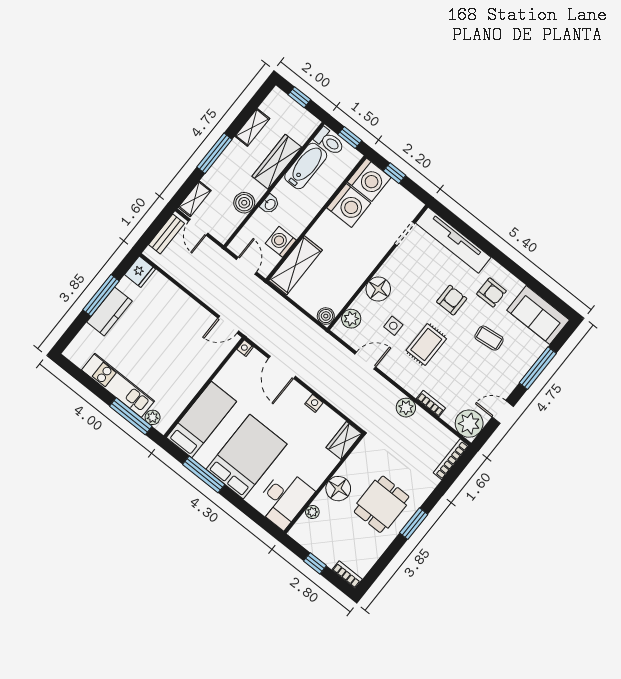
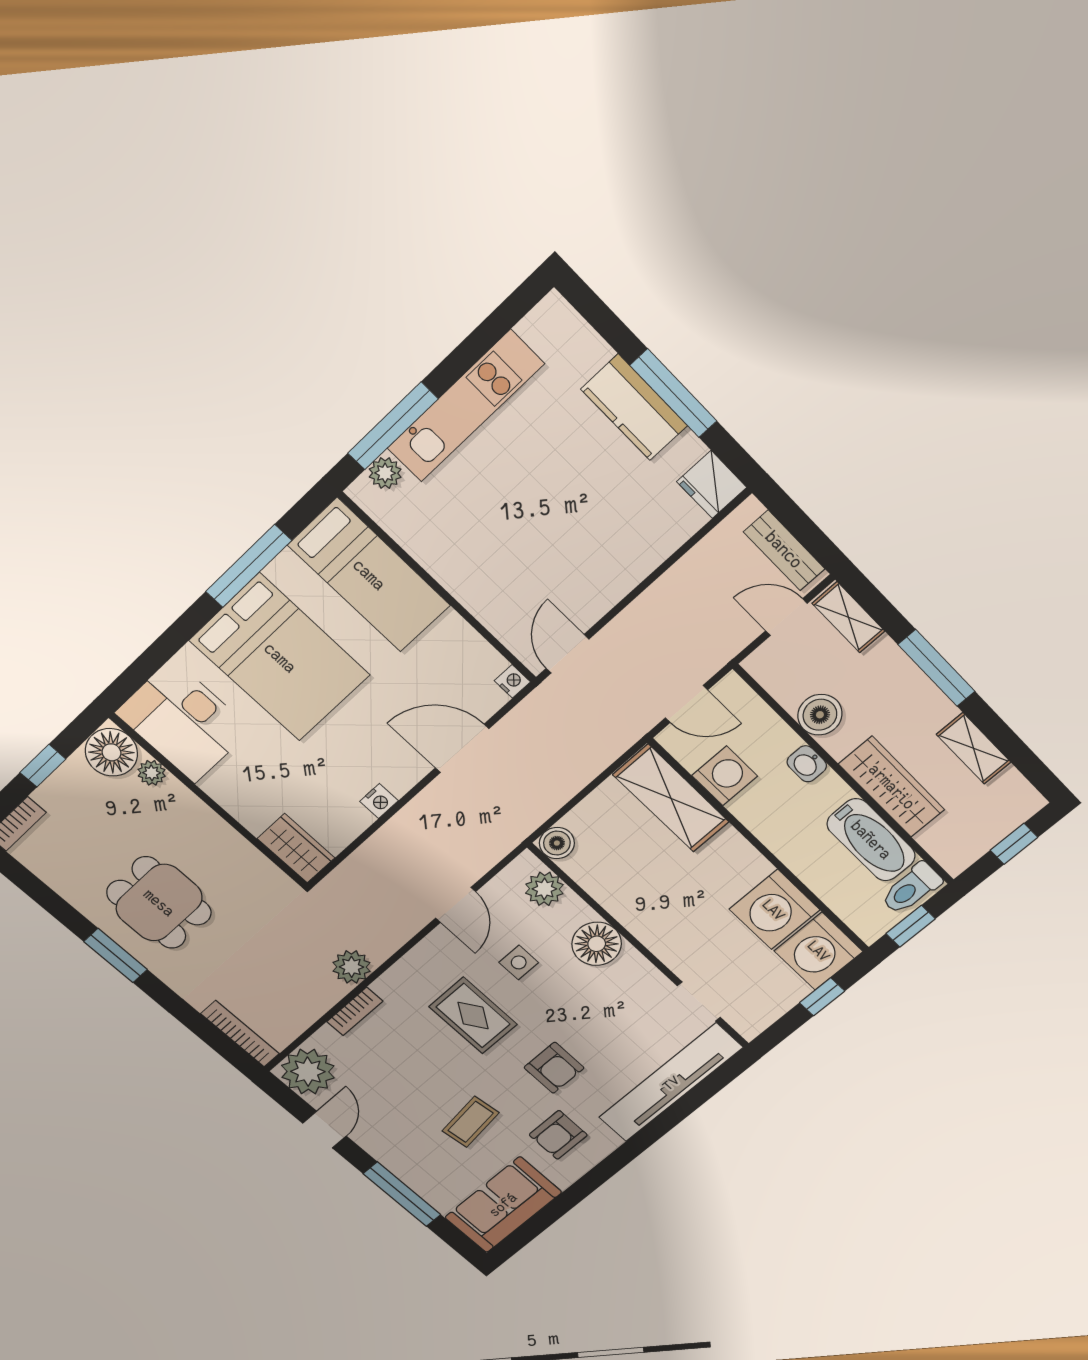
floor lamp: (338, 489) -> (111, 752), moved

